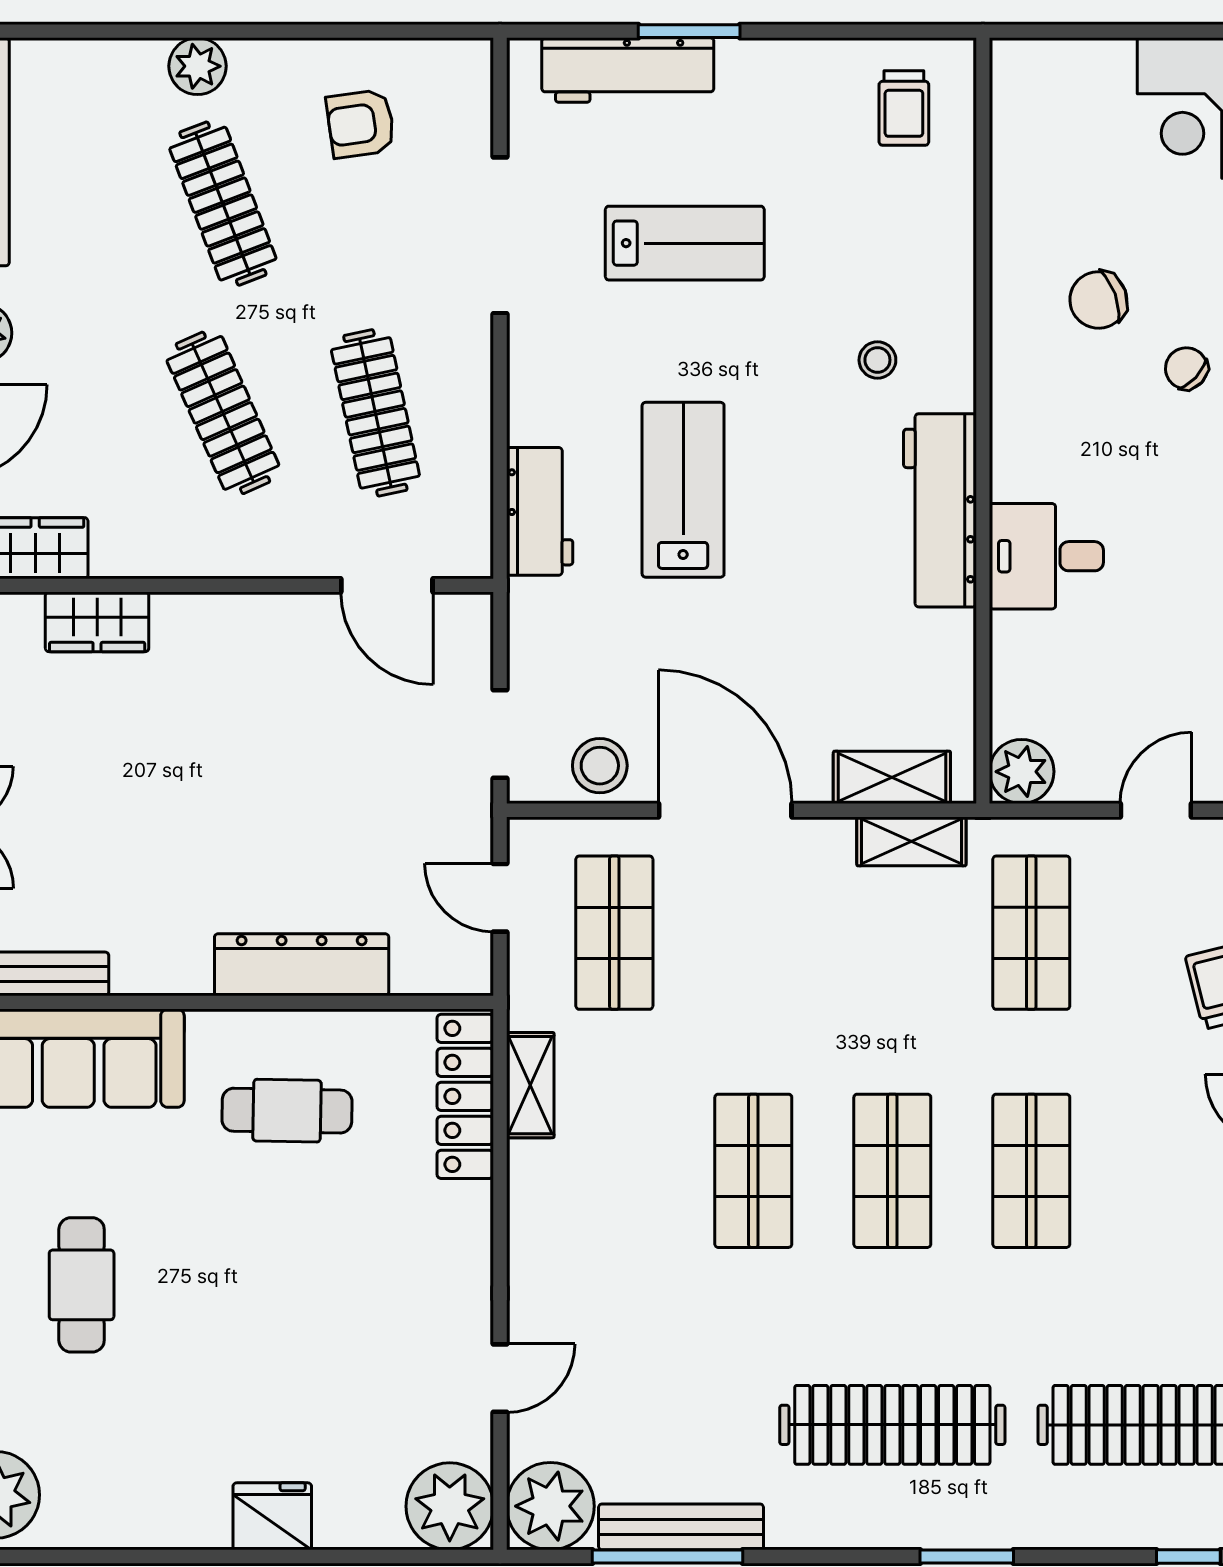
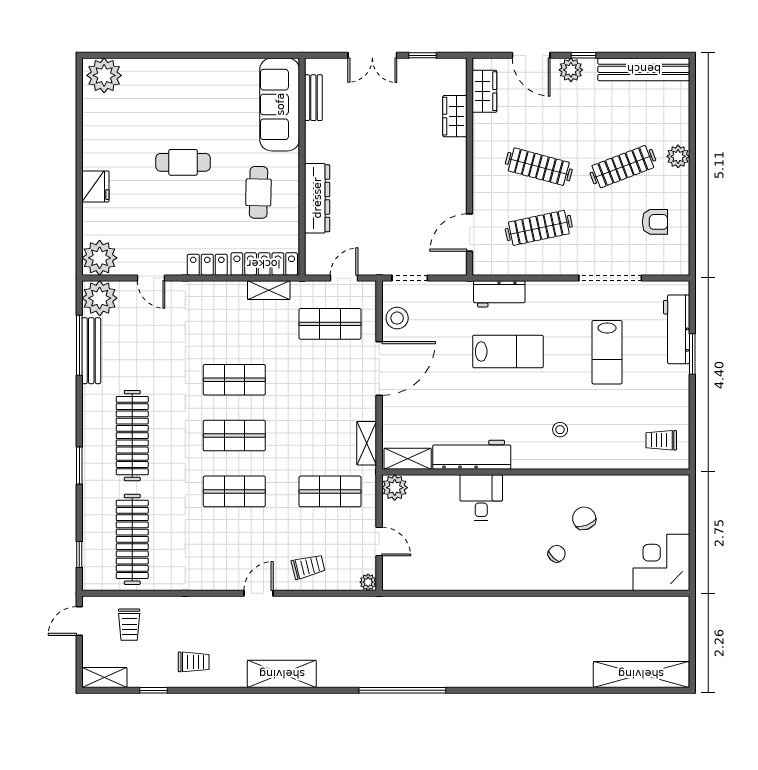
armchair: (361, 124) -> (655, 222), turned 98
clothes rail: (223, 413) -> (539, 167), turned 39
workbench: (940, 510) -> (472, 455), moved
shelving: (892, 777) -> (408, 459), moved, turned 90
locker: (467, 1238) -> (207, 265), added
cafe table: (82, 1285) -> (183, 162), moved

